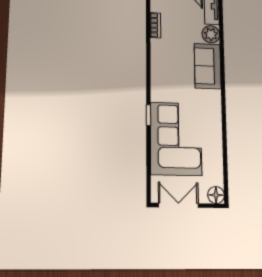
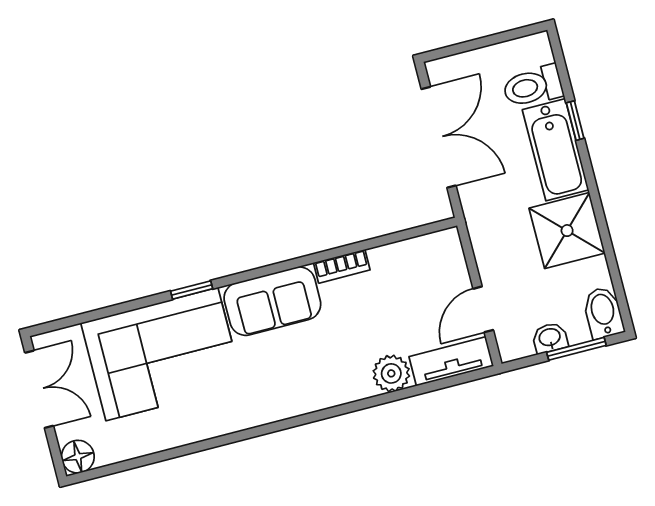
bookcase: (155, 25) -> (342, 266), moved
sofa: (208, 66) -> (272, 301), moved, turned 180

